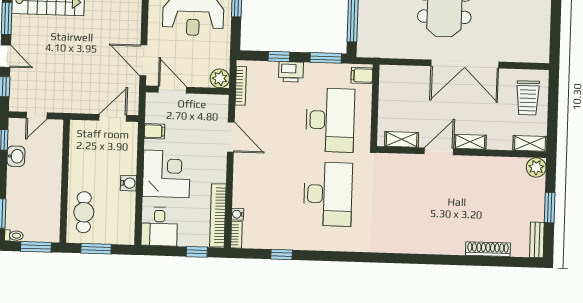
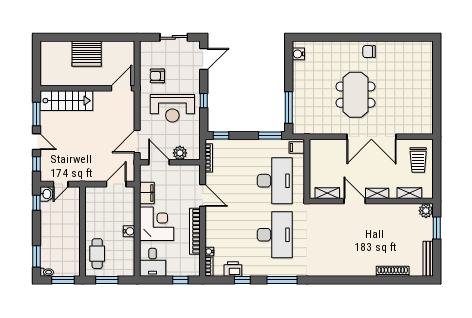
window: (279, 56) -> (221, 136), moved
door: (143, 60) -> (137, 142), hinge flipped
printer: (291, 72) -> (233, 269), moved, turned 180
plant: (220, 78) -> (180, 153), moved
filing cabinet: (154, 131) -> (147, 193), width x2.00
shelving: (530, 143) -> (409, 193), moved
door: (439, 151) -> (355, 201), hinge flipped
washbasin: (16, 156) -> (46, 194), moved
window: (550, 208) -> (437, 228), moved
bookcase: (218, 215) -> (195, 231), moved
bench: (537, 240) -> (428, 259), width x1.36
window: (336, 256) -> (282, 280), added

